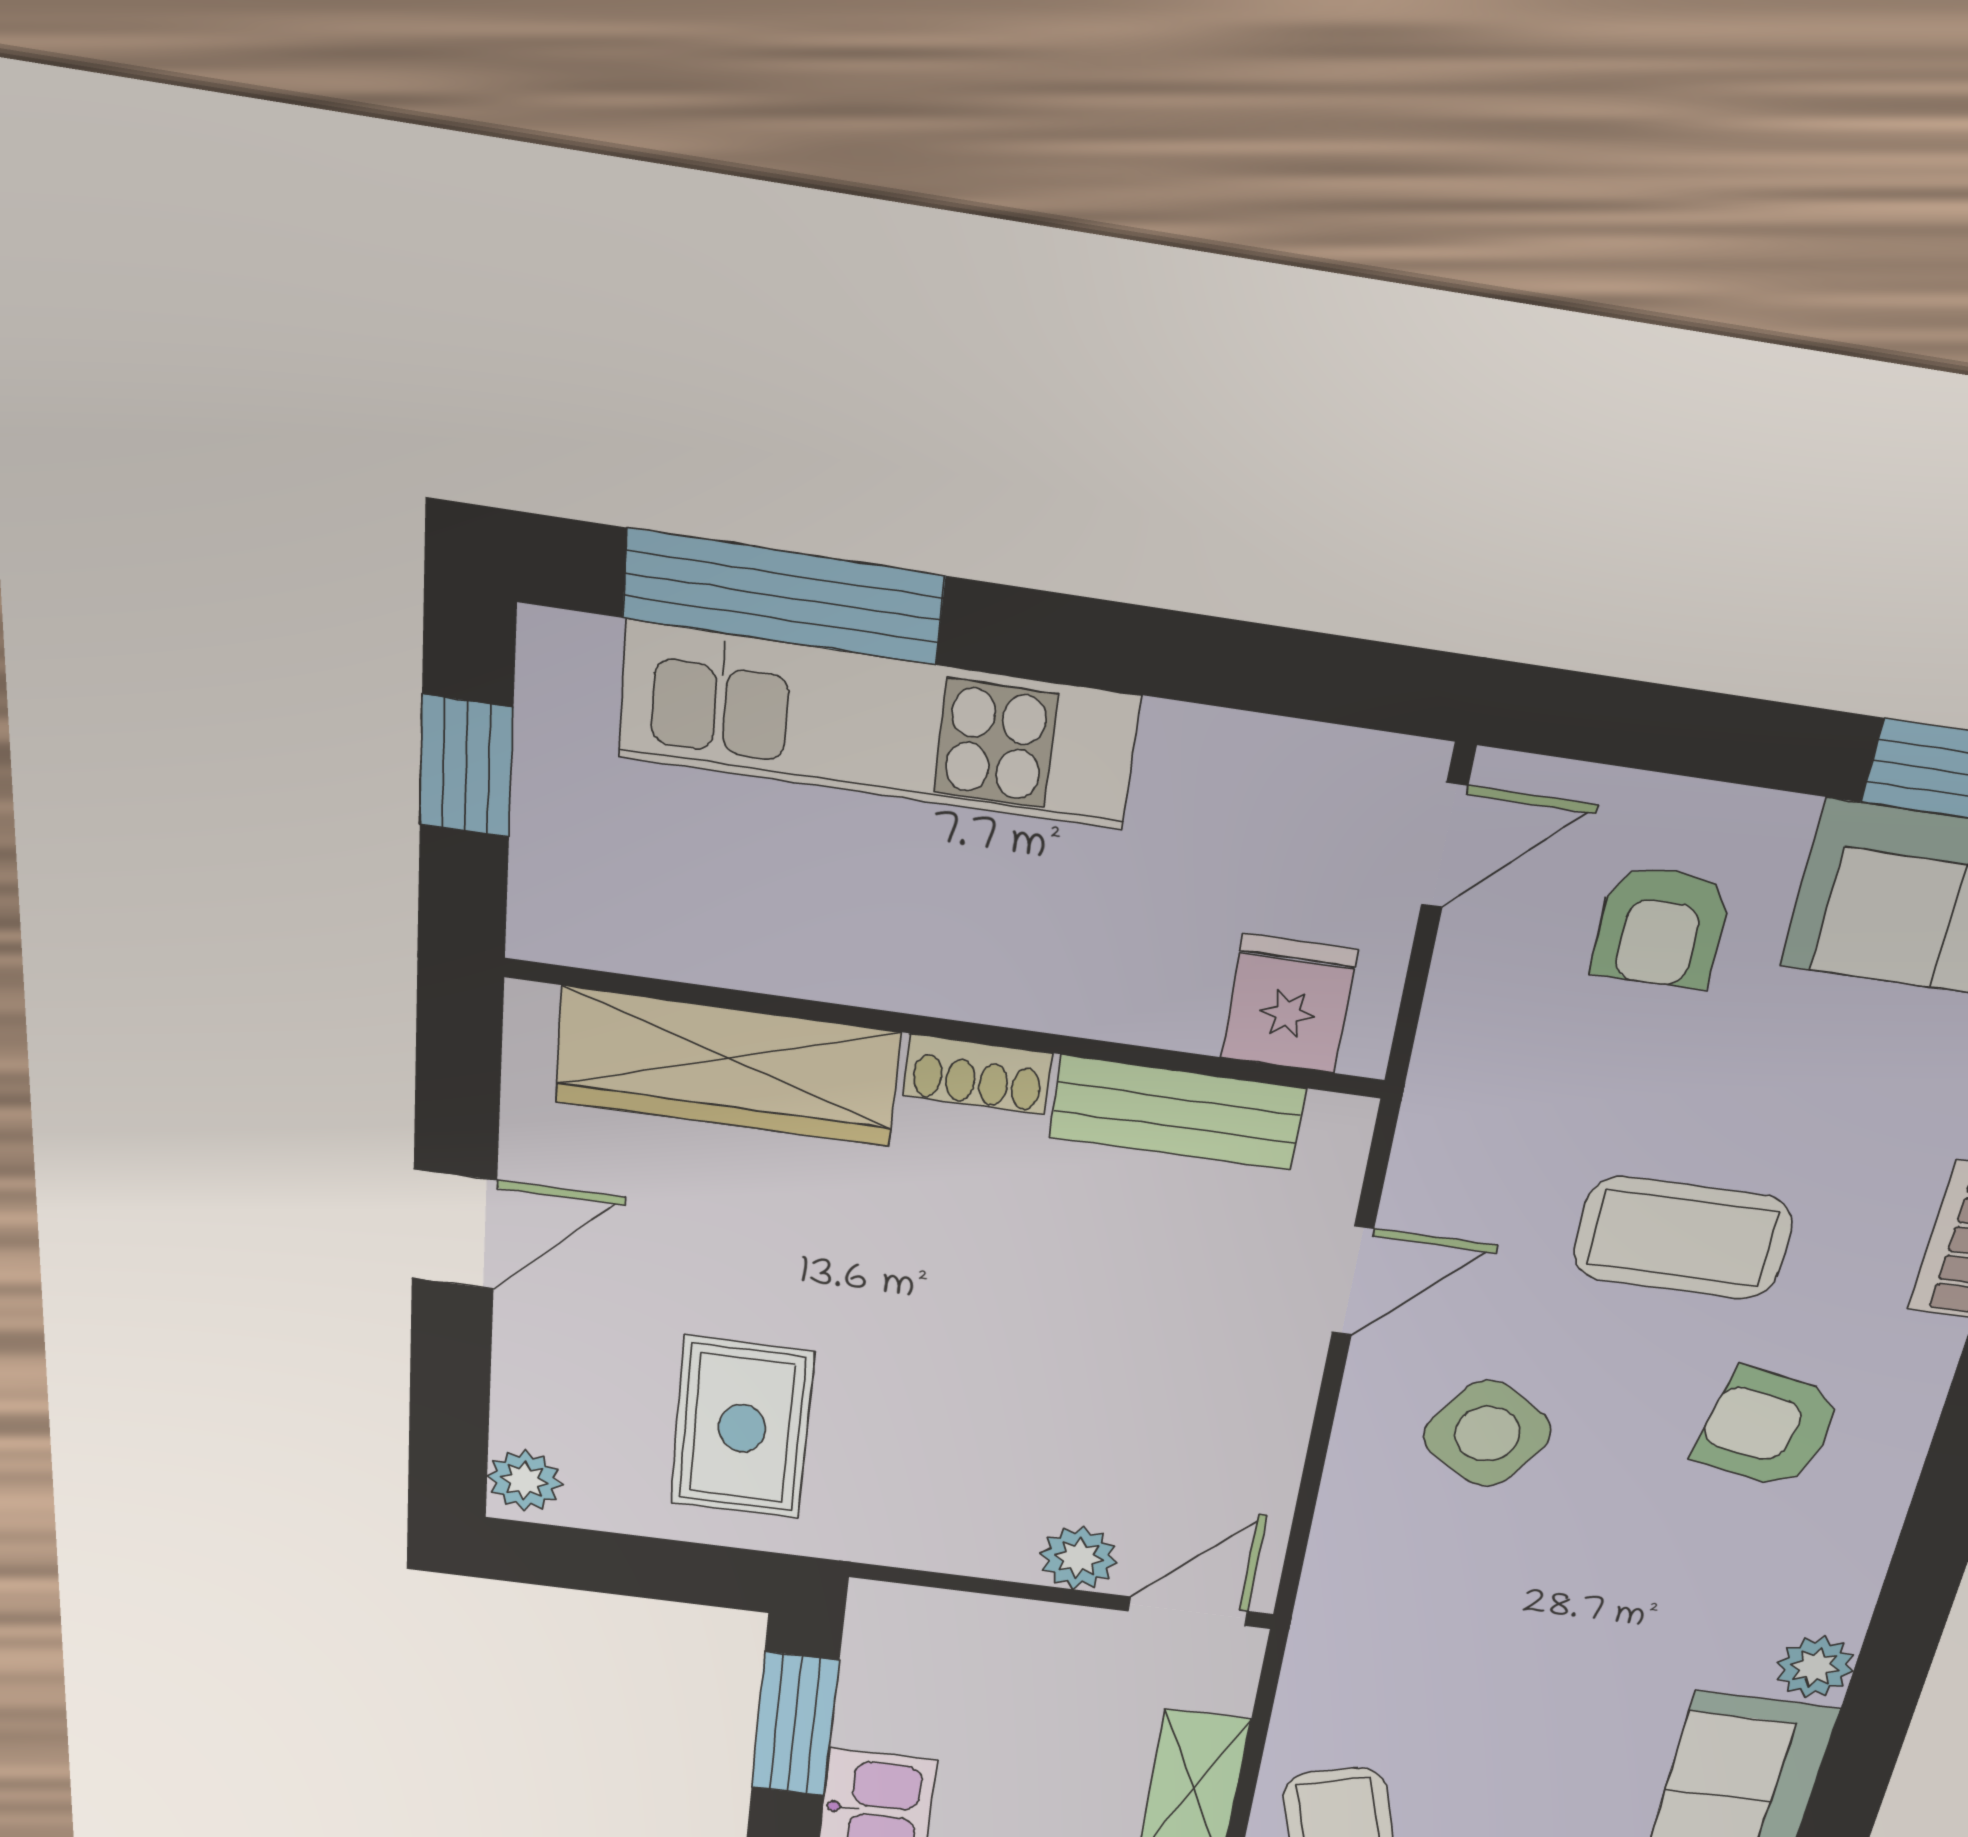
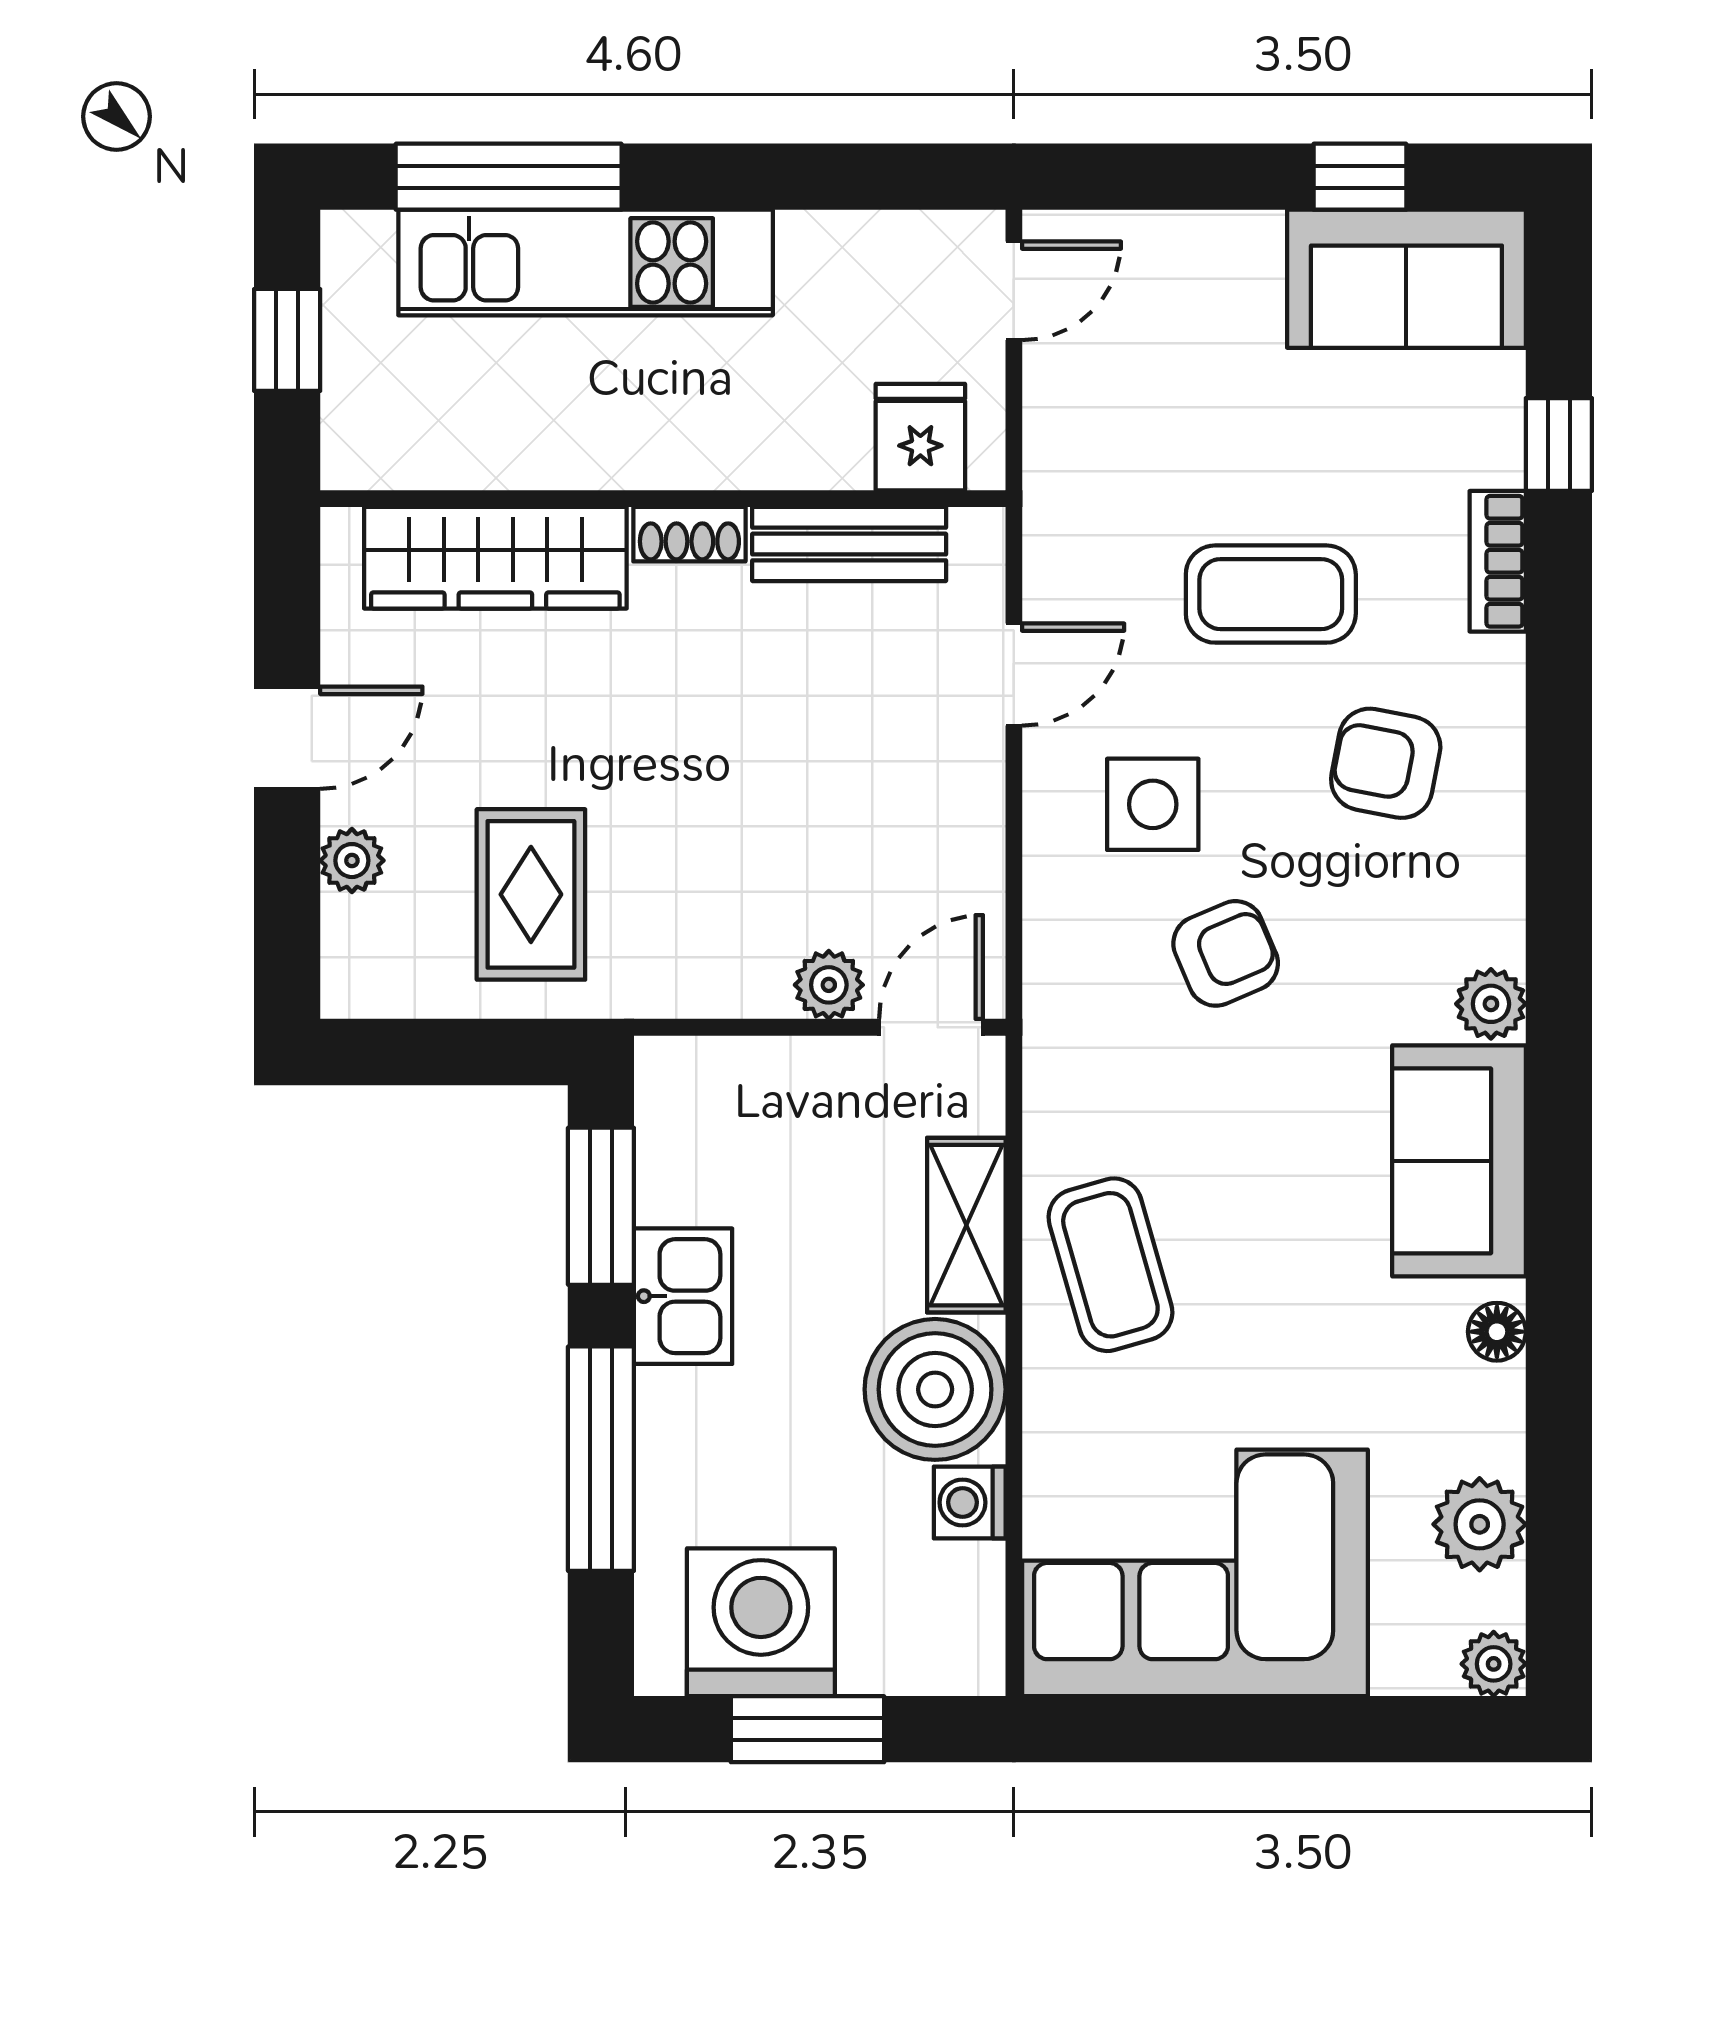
armchair: (1661, 927) -> (1226, 953), moved, turned -113
side table: (1487, 1434) -> (1153, 804), turned -33
plant: (525, 1480) -> (352, 861), moved

